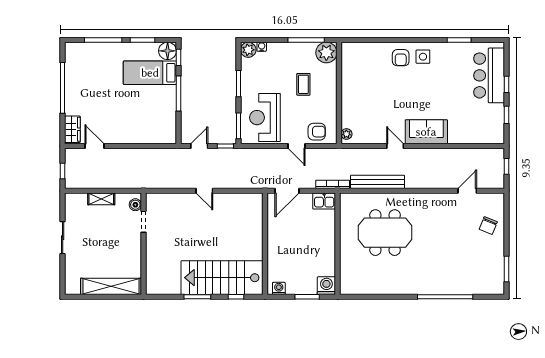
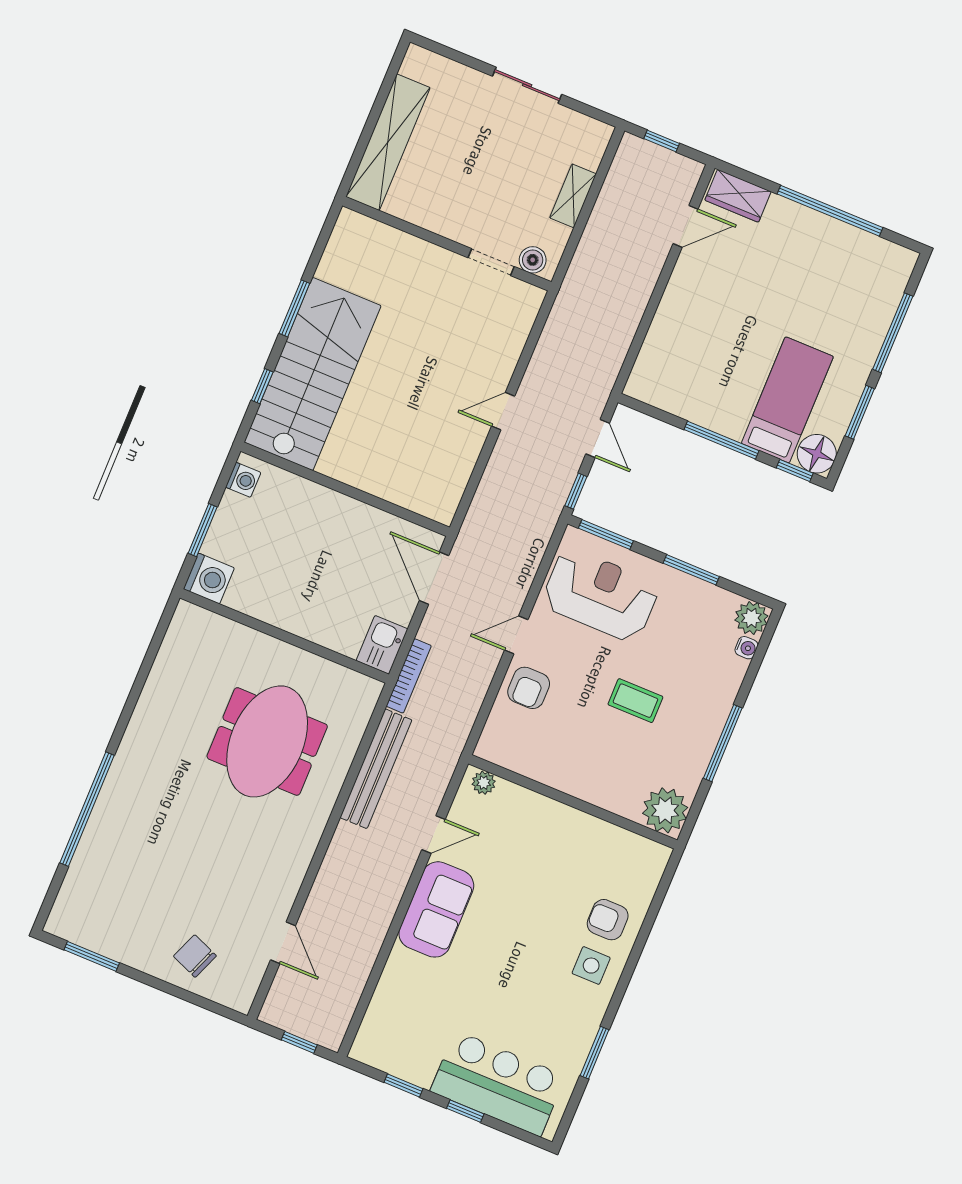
plant: (326, 53) -> (665, 810), moved
wall: (339, 93) -> (573, 802), moved
plant: (346, 134) -> (484, 783), moved

